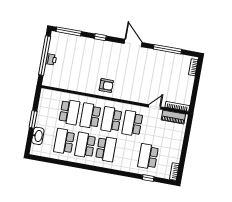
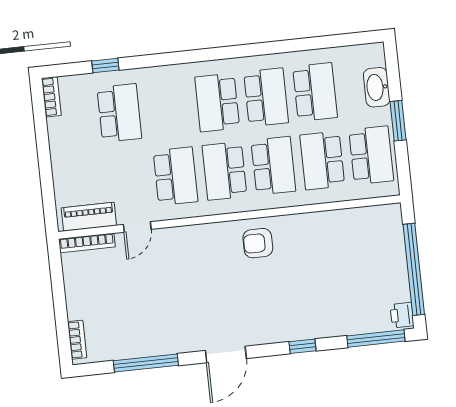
door: (133, 43) -> (226, 355), hinge flipped
printer: (51, 59) -> (402, 315), moved
school desk: (48, 108) -> (371, 155), added
school desk: (111, 120) -> (224, 171), turned 180

